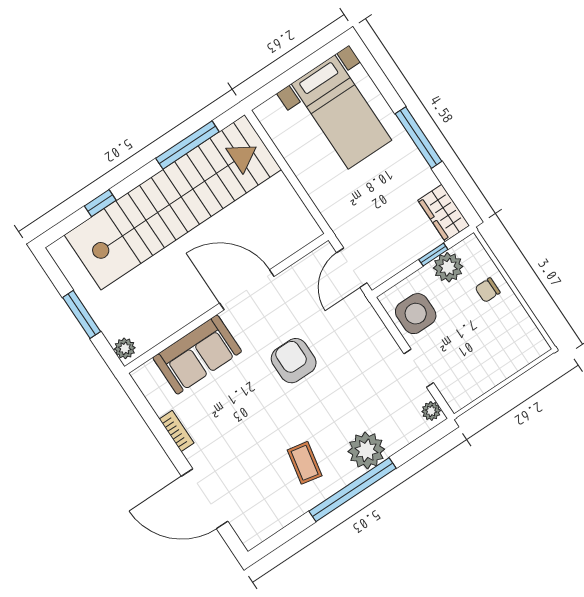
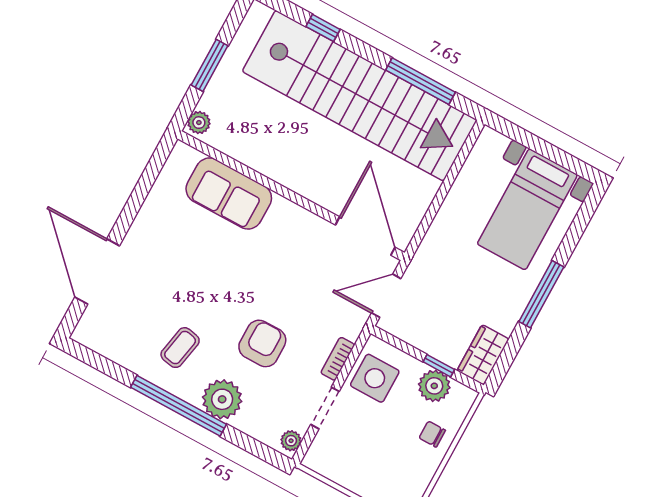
door: (247, 290) -> (365, 236), moved
armchair: (294, 361) -> (262, 343), moved
bookcase: (177, 431) -> (338, 359), moved, turned 180

